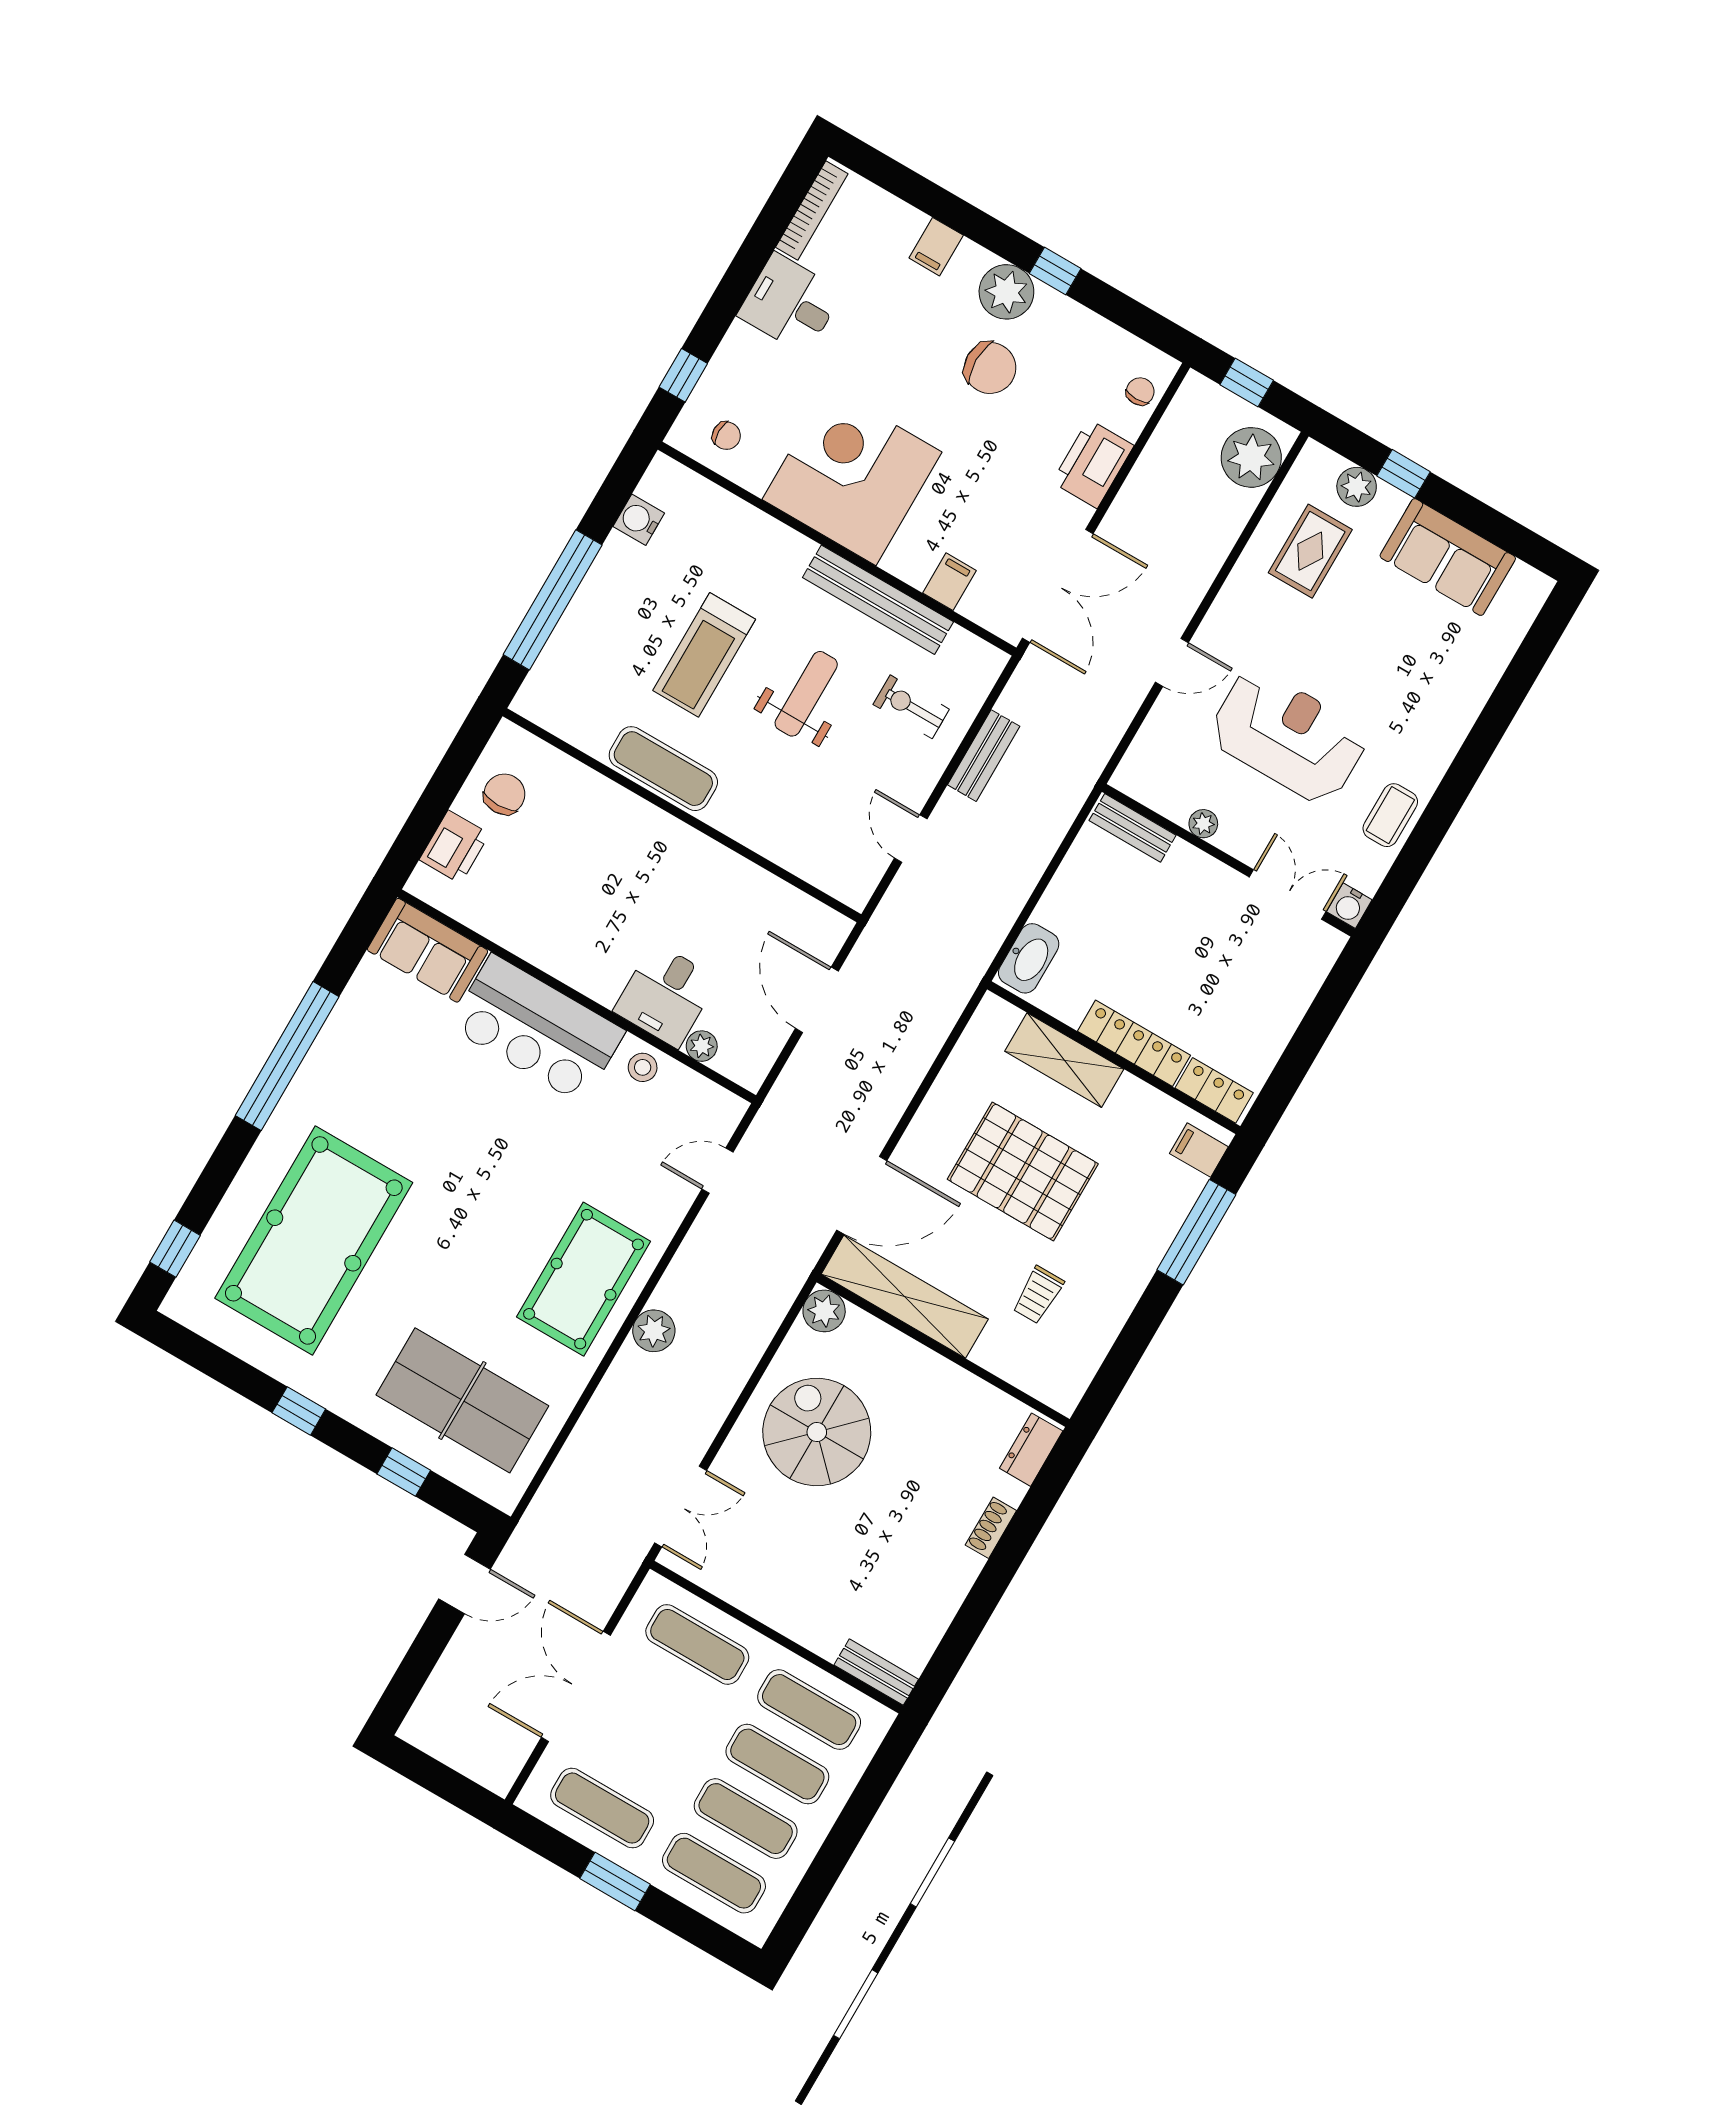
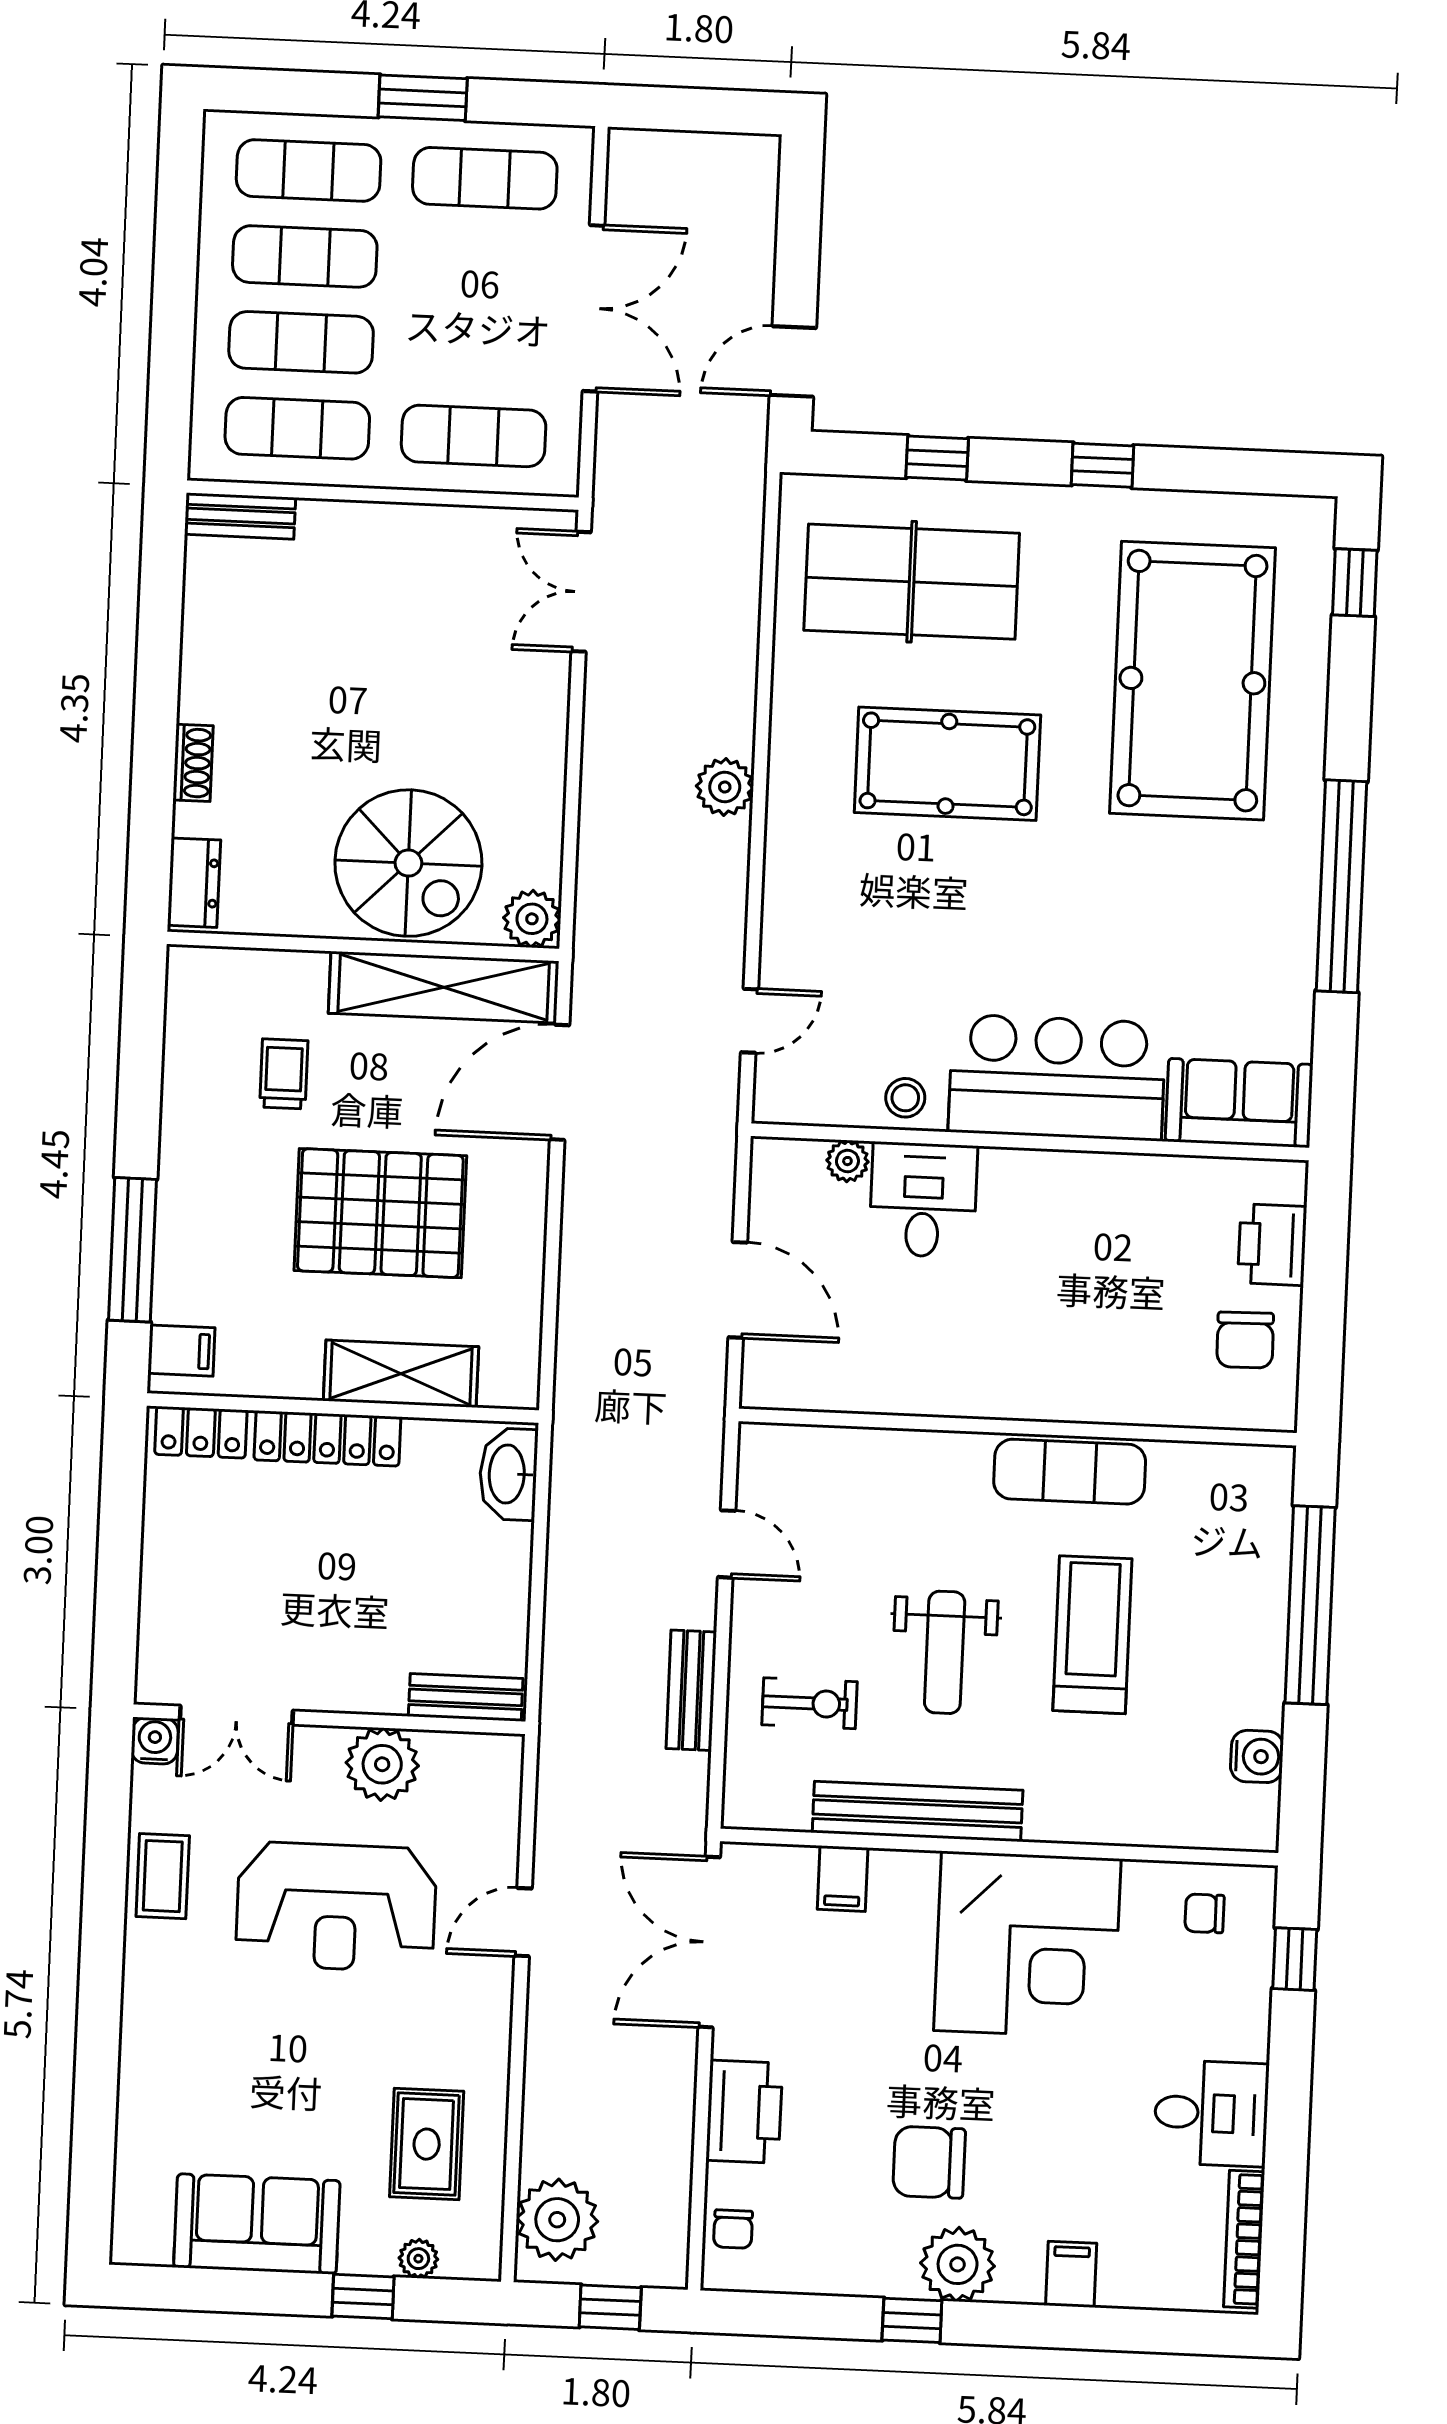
plant: (1357, 487) -> (418, 2259), width x0.73, depth x0.73
plant: (1203, 824) -> (382, 1764), width x1.88, depth x1.88
pool table: (584, 1279) -> (947, 764), moved, turned 90
spiral stairs: (817, 1432) -> (408, 863), moved

